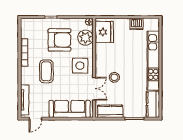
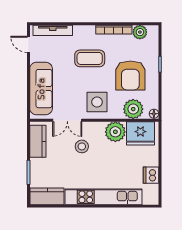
plant: (26, 33) -> (140, 32), added
plant: (103, 52) -> (115, 132), added

